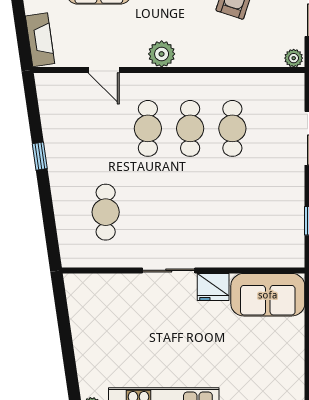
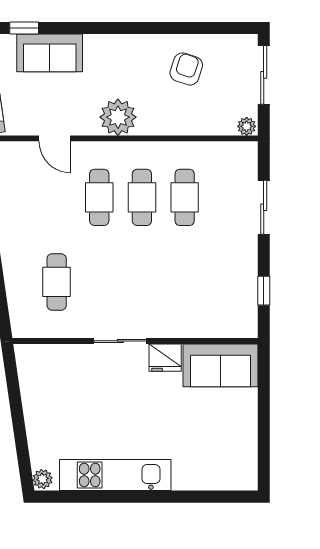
plant: (162, 54) -> (118, 117), width x1.36, depth x1.36

